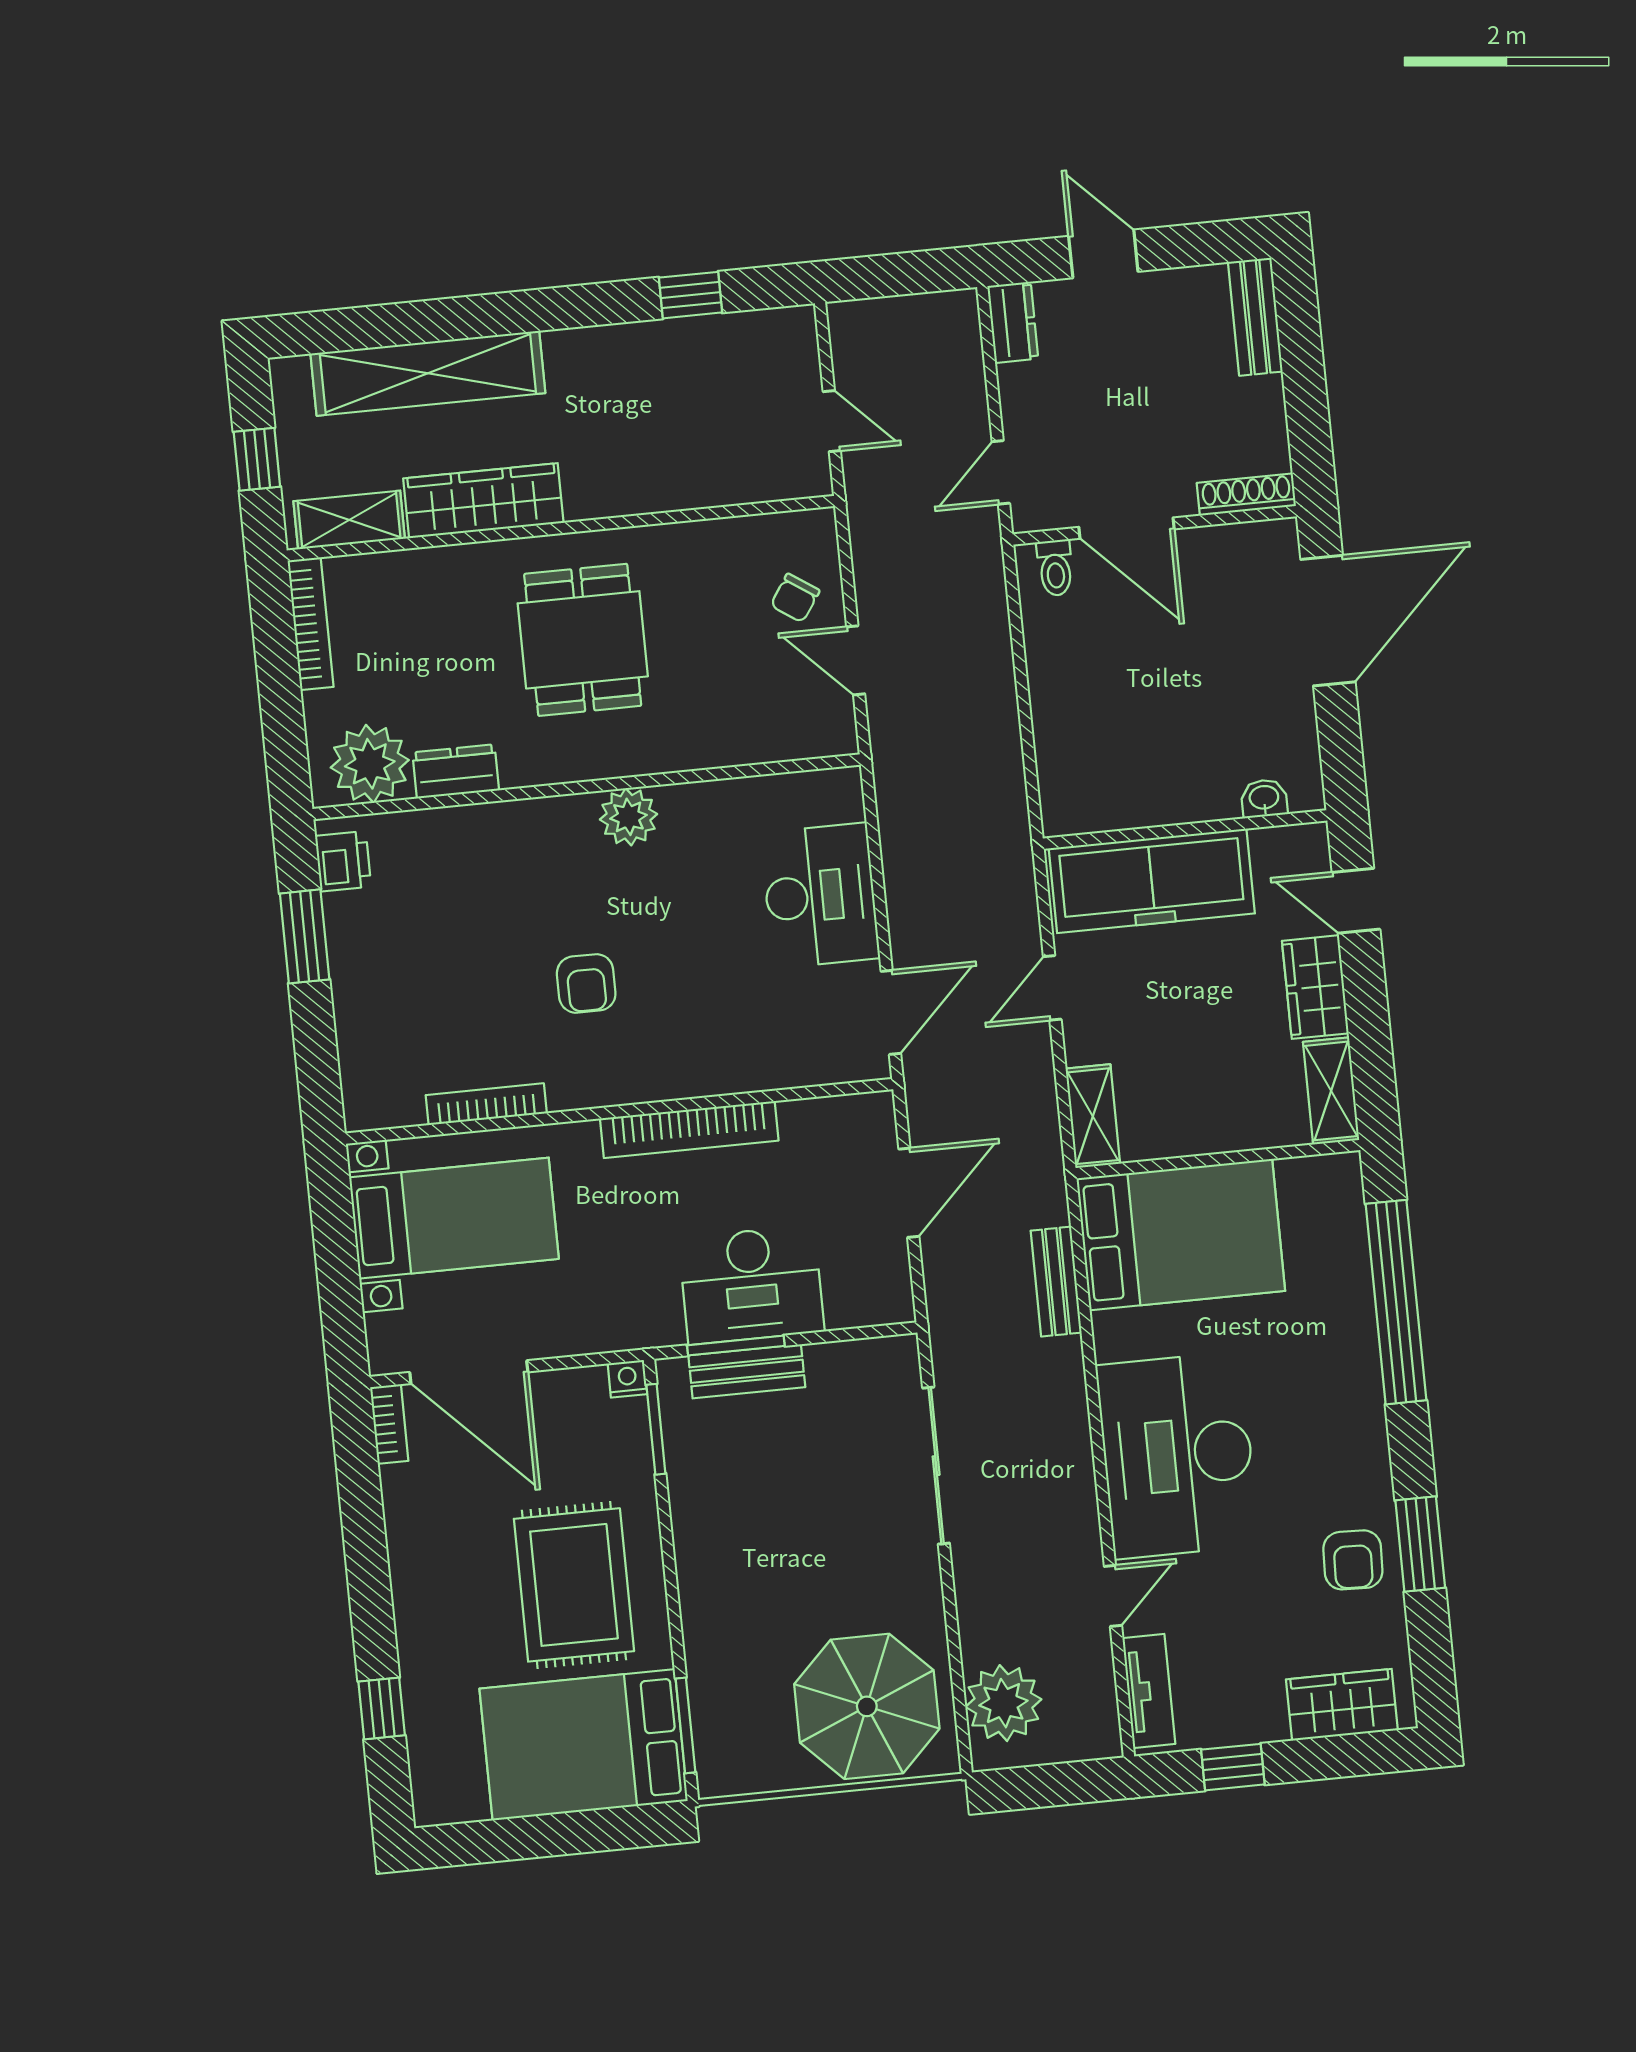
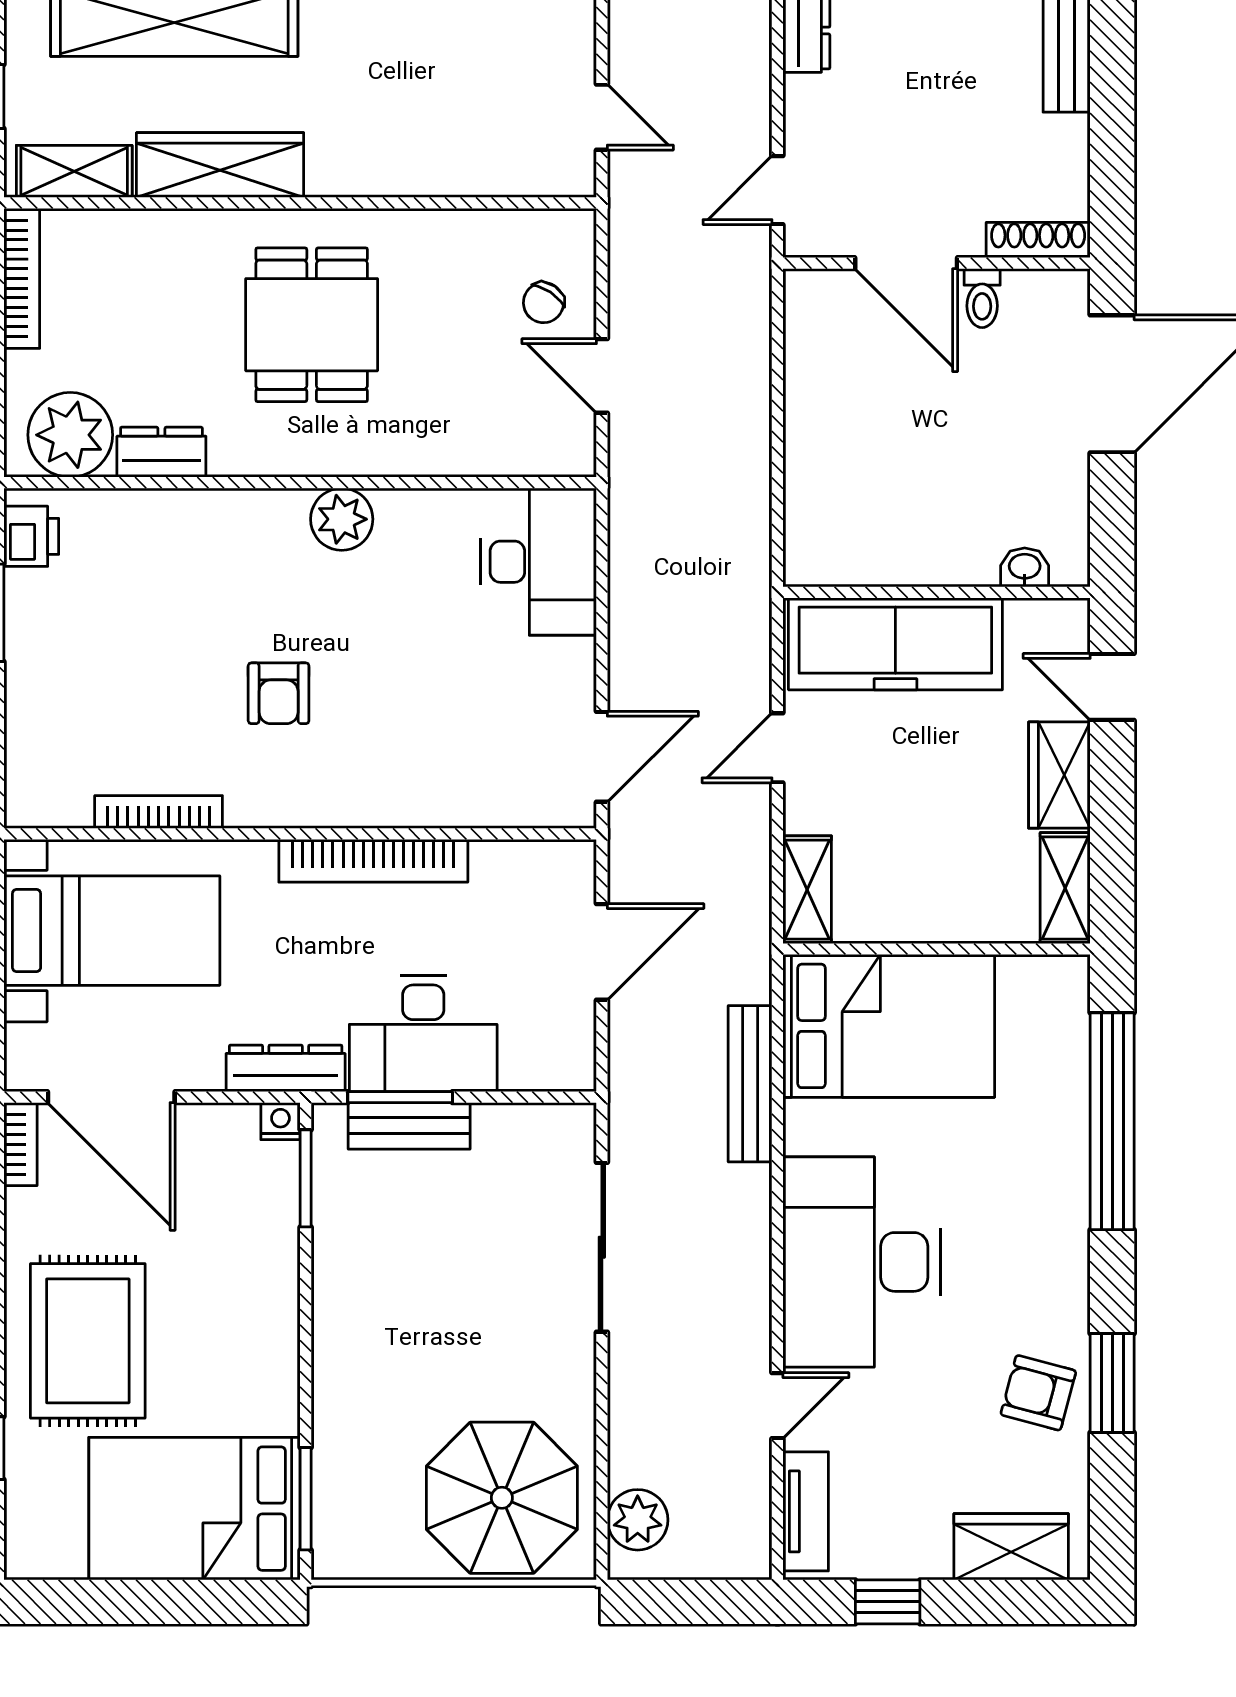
toilet: (1055, 568) -> (982, 298), moved
desk: (820, 895) -> (539, 562), moved
bench: (1056, 1282) -> (750, 1084), width x1.36
dresser: (627, 1330) -> (286, 1068), added
armchair: (1353, 1560) -> (1038, 1393), turned 103
rug: (574, 1585) -> (88, 1341), moved
plant: (1003, 1703) -> (638, 1520), width x0.73, depth x0.73

